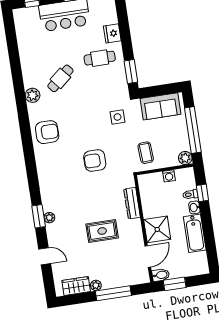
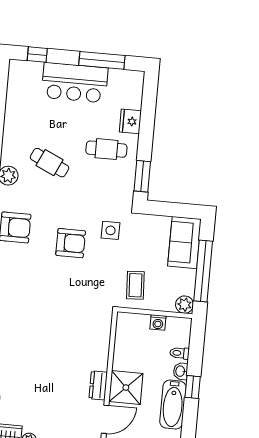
cafe table: (60, 78) -> (50, 163), turned 65
sofa: (161, 106) -> (184, 243), moved, turned 90
armchair: (95, 161) -> (71, 243), moved, turned 180
window: (202, 193) -> (193, 387), moved
dresser: (132, 203) -> (98, 385), moved, width x0.70
rug: (102, 231) -> (54, 372), removed

